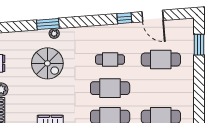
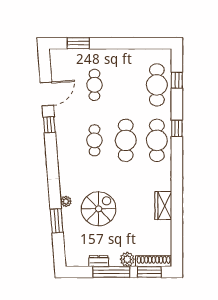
window: (48, 24) -> (57, 221), moved
cafe table: (161, 60) -> (94, 85), width x0.73, depth x0.74

